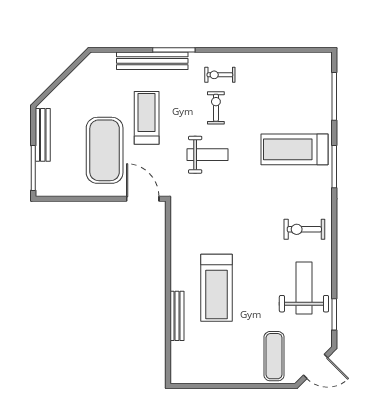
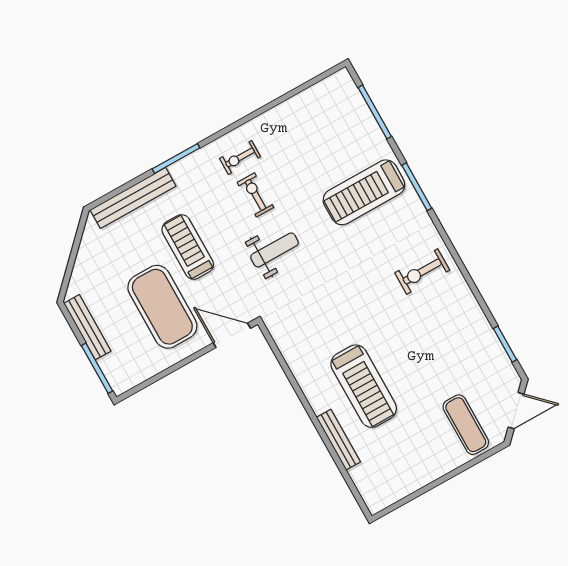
bench: (152, 61) -> (133, 198), moved
weight bench: (304, 288) -> (457, 334), removed

